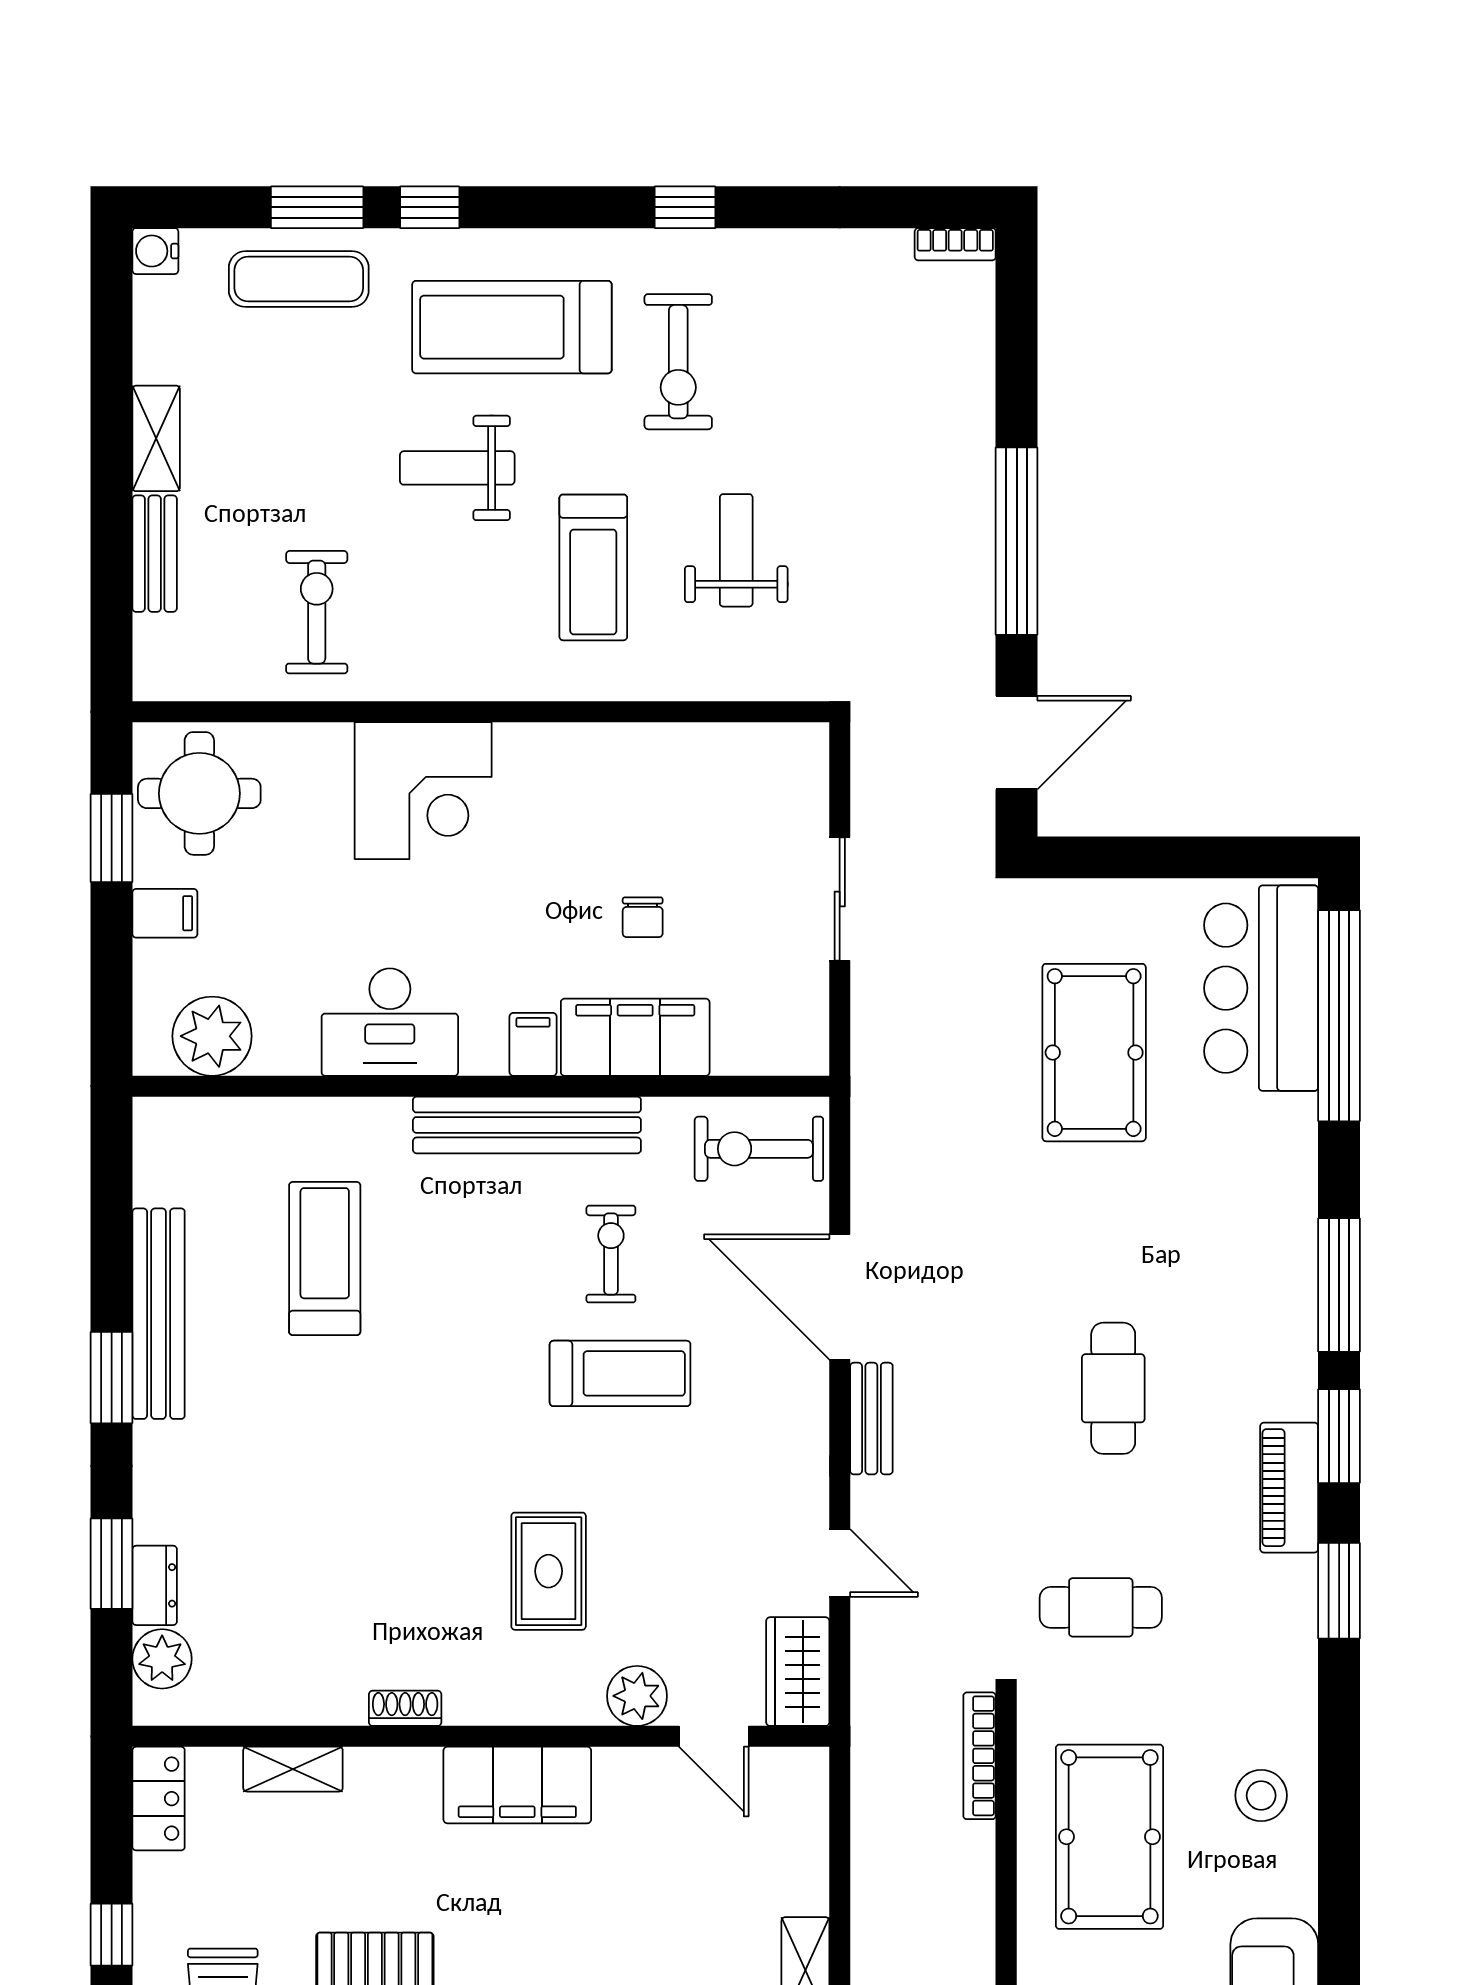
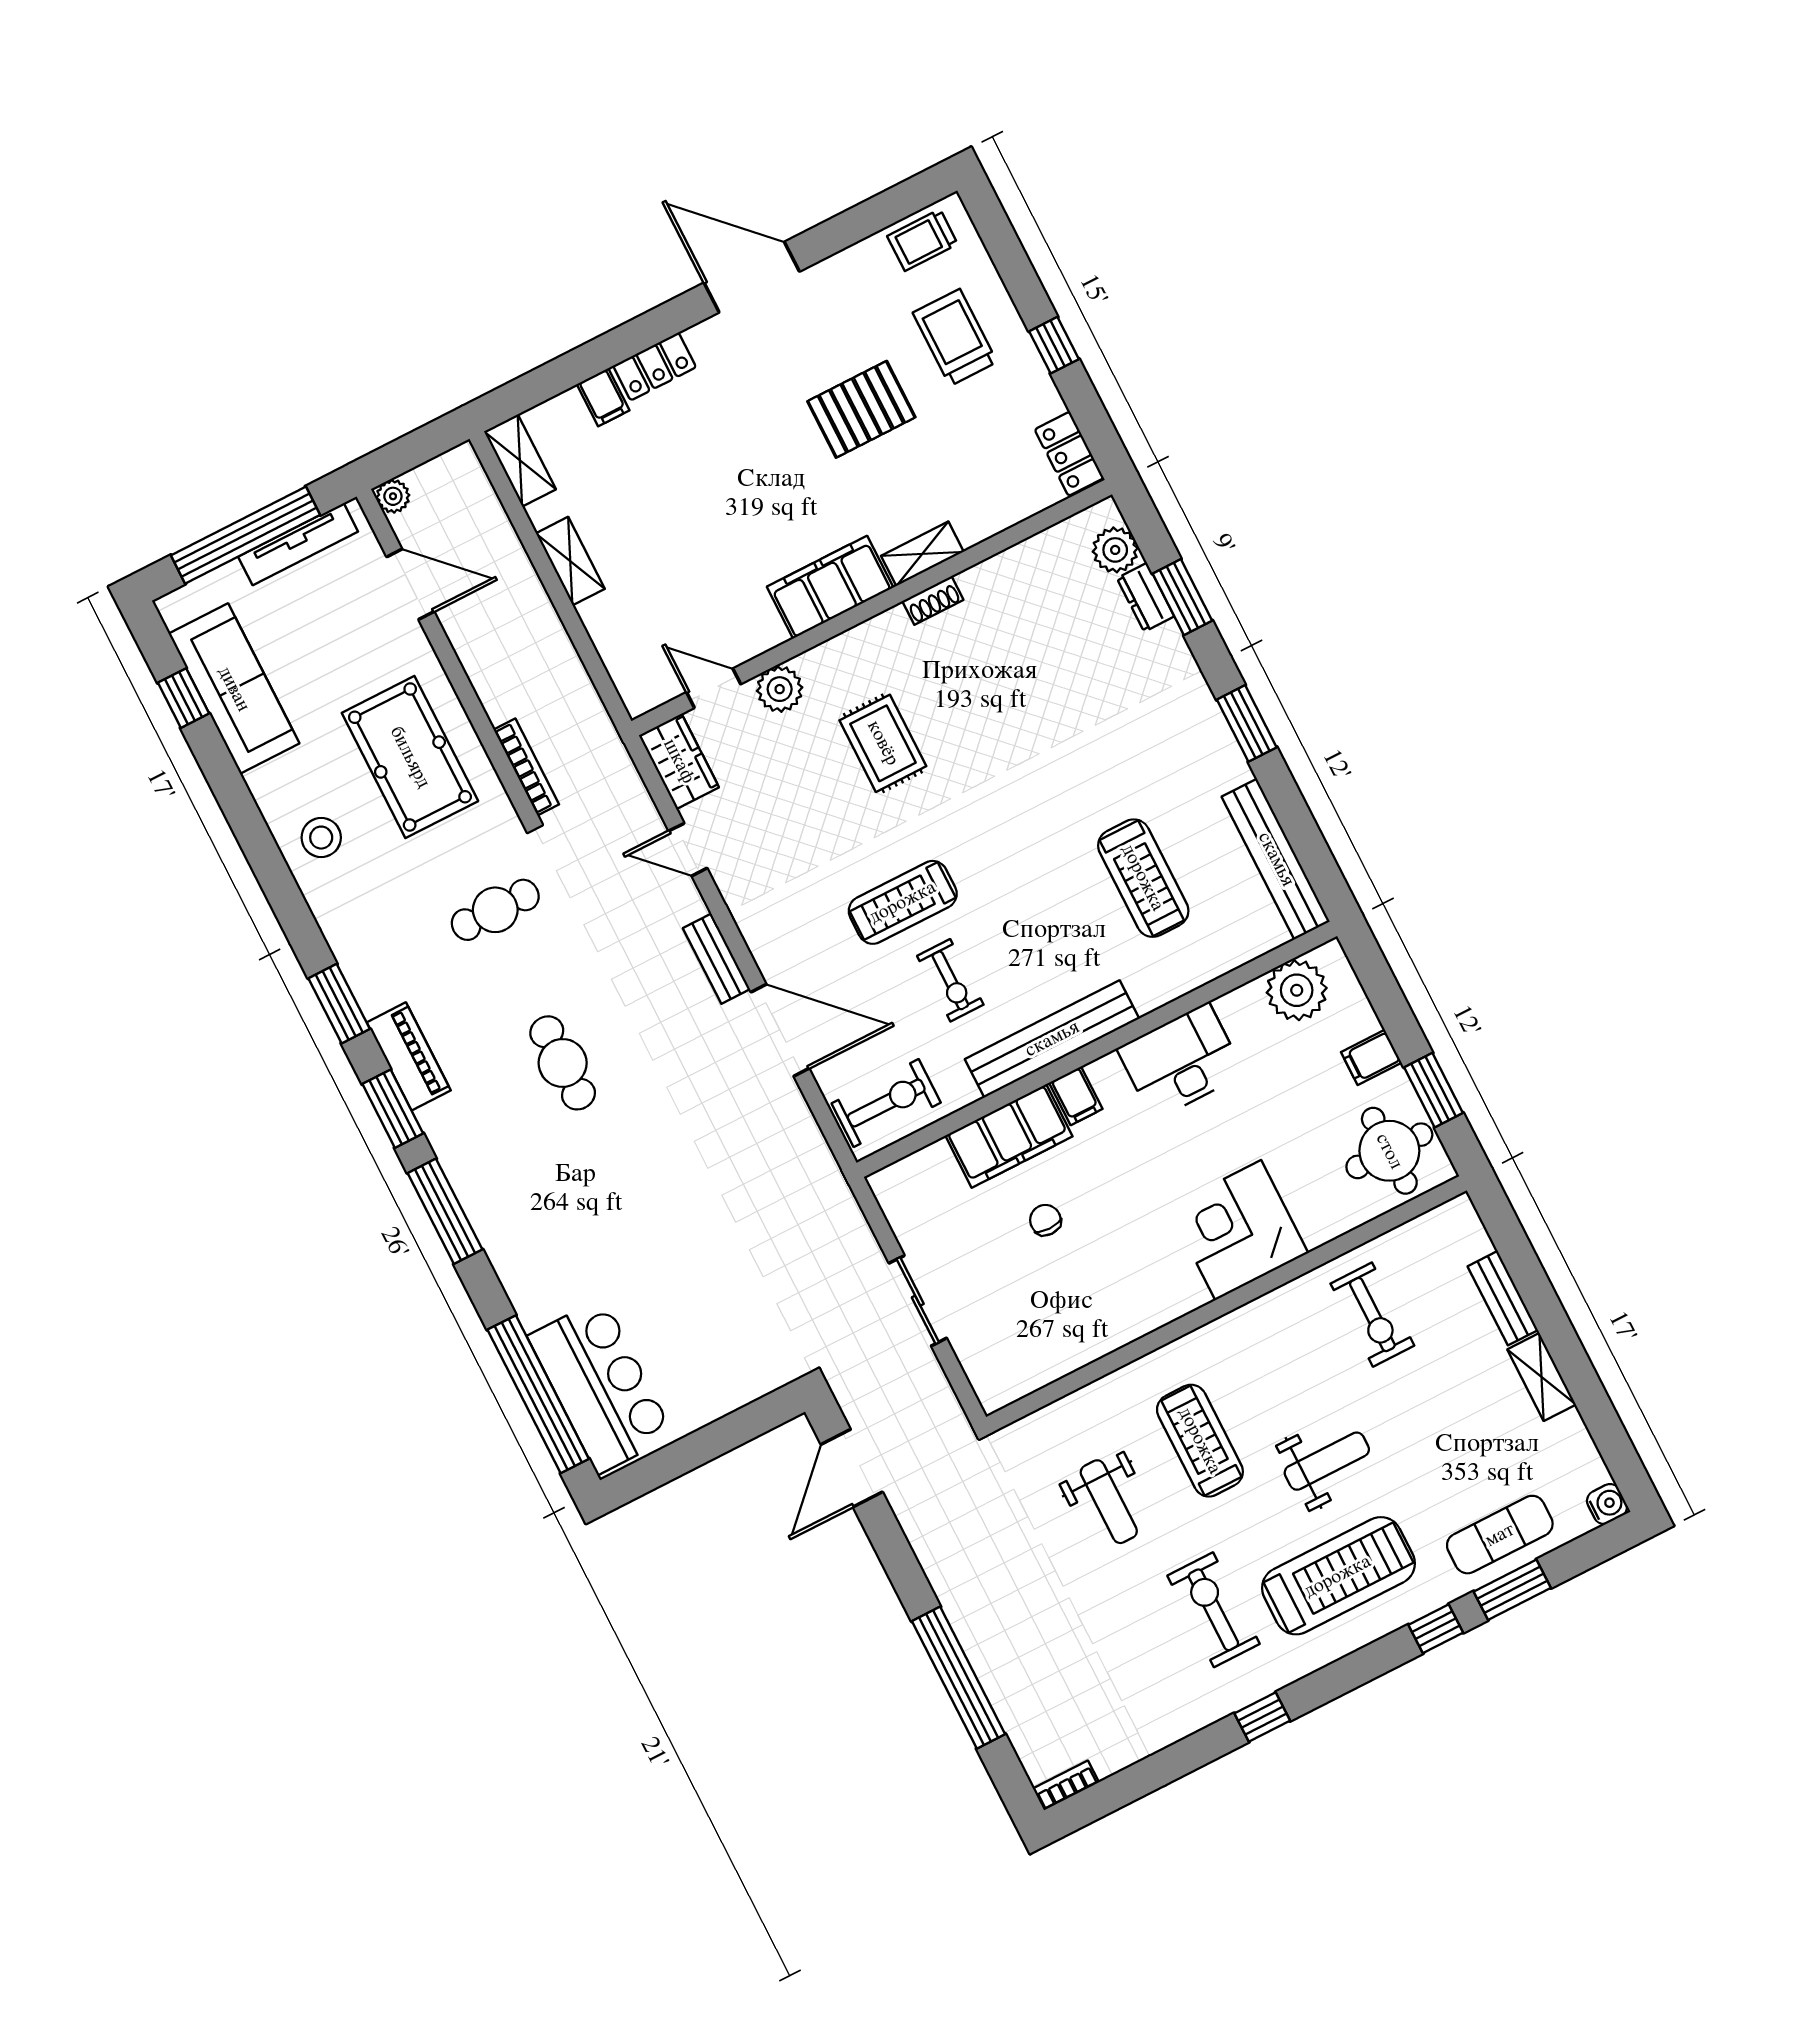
window: (1017, 541) -> (959, 1678), moved
pool table: (1094, 1053) -> (692, 1284), removed
bench: (159, 1314) -> (1276, 859), moved
shelving: (293, 1769) -> (922, 554), moved

